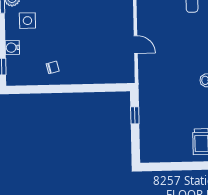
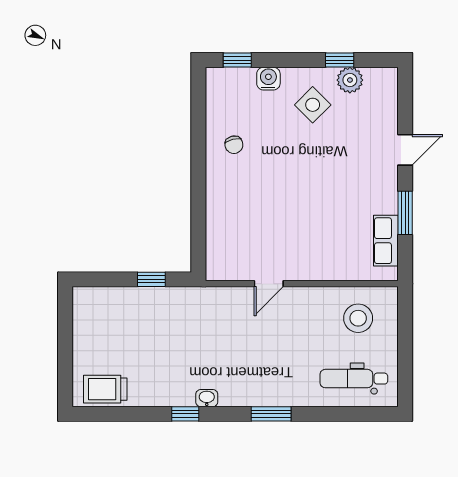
side table: (27, 21) -> (313, 105), turned 45

